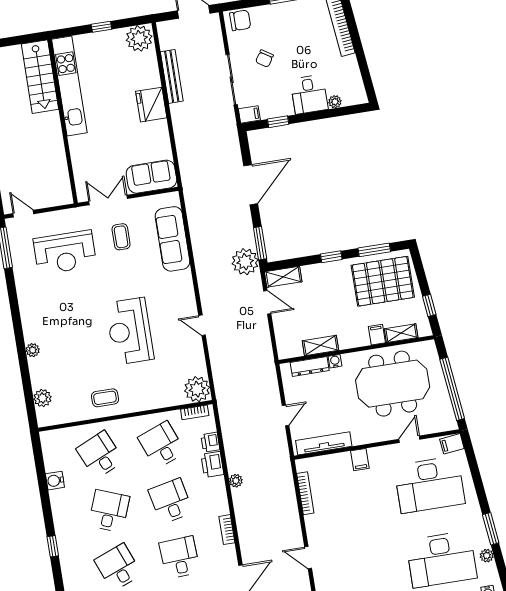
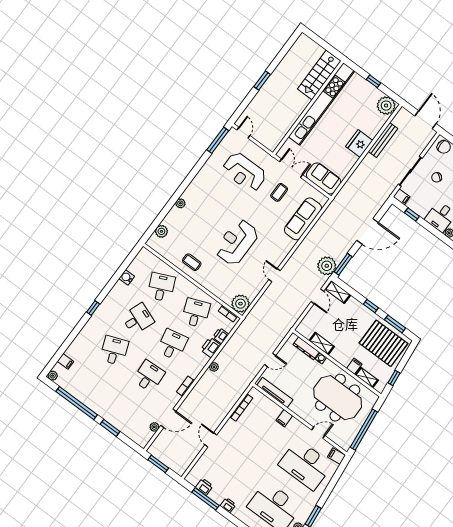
kitchen unit: (69, 86) -> (321, 104), width x1.36

